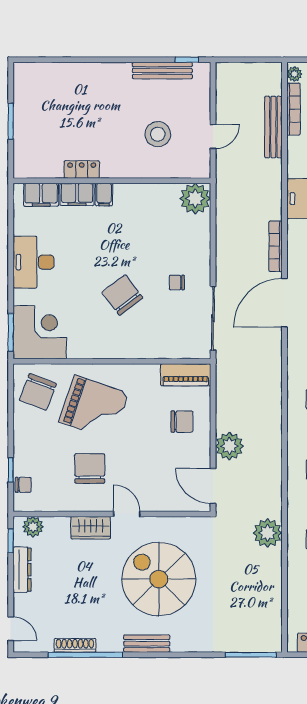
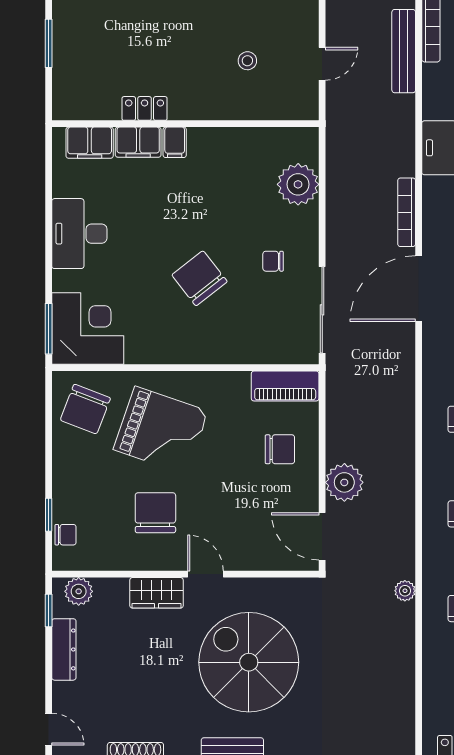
stool: (158, 134) -> (247, 61), width x0.53, depth x0.53
plant: (195, 199) -> (298, 184), moved
plant: (268, 533) -> (405, 591), width x0.53, depth x0.53

